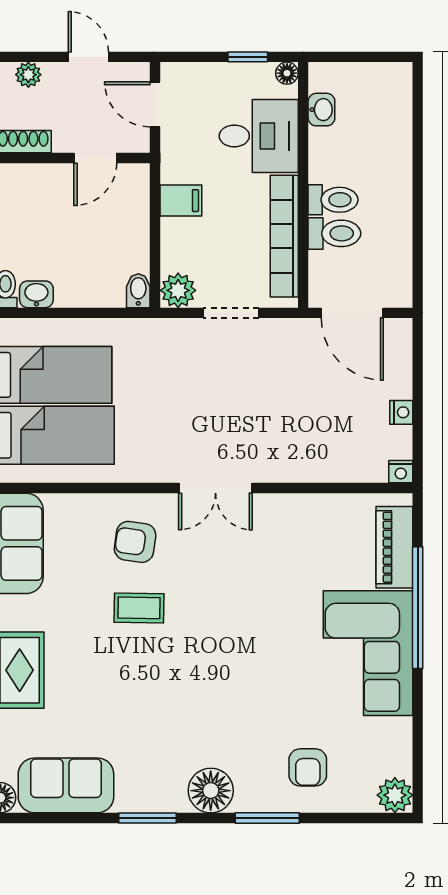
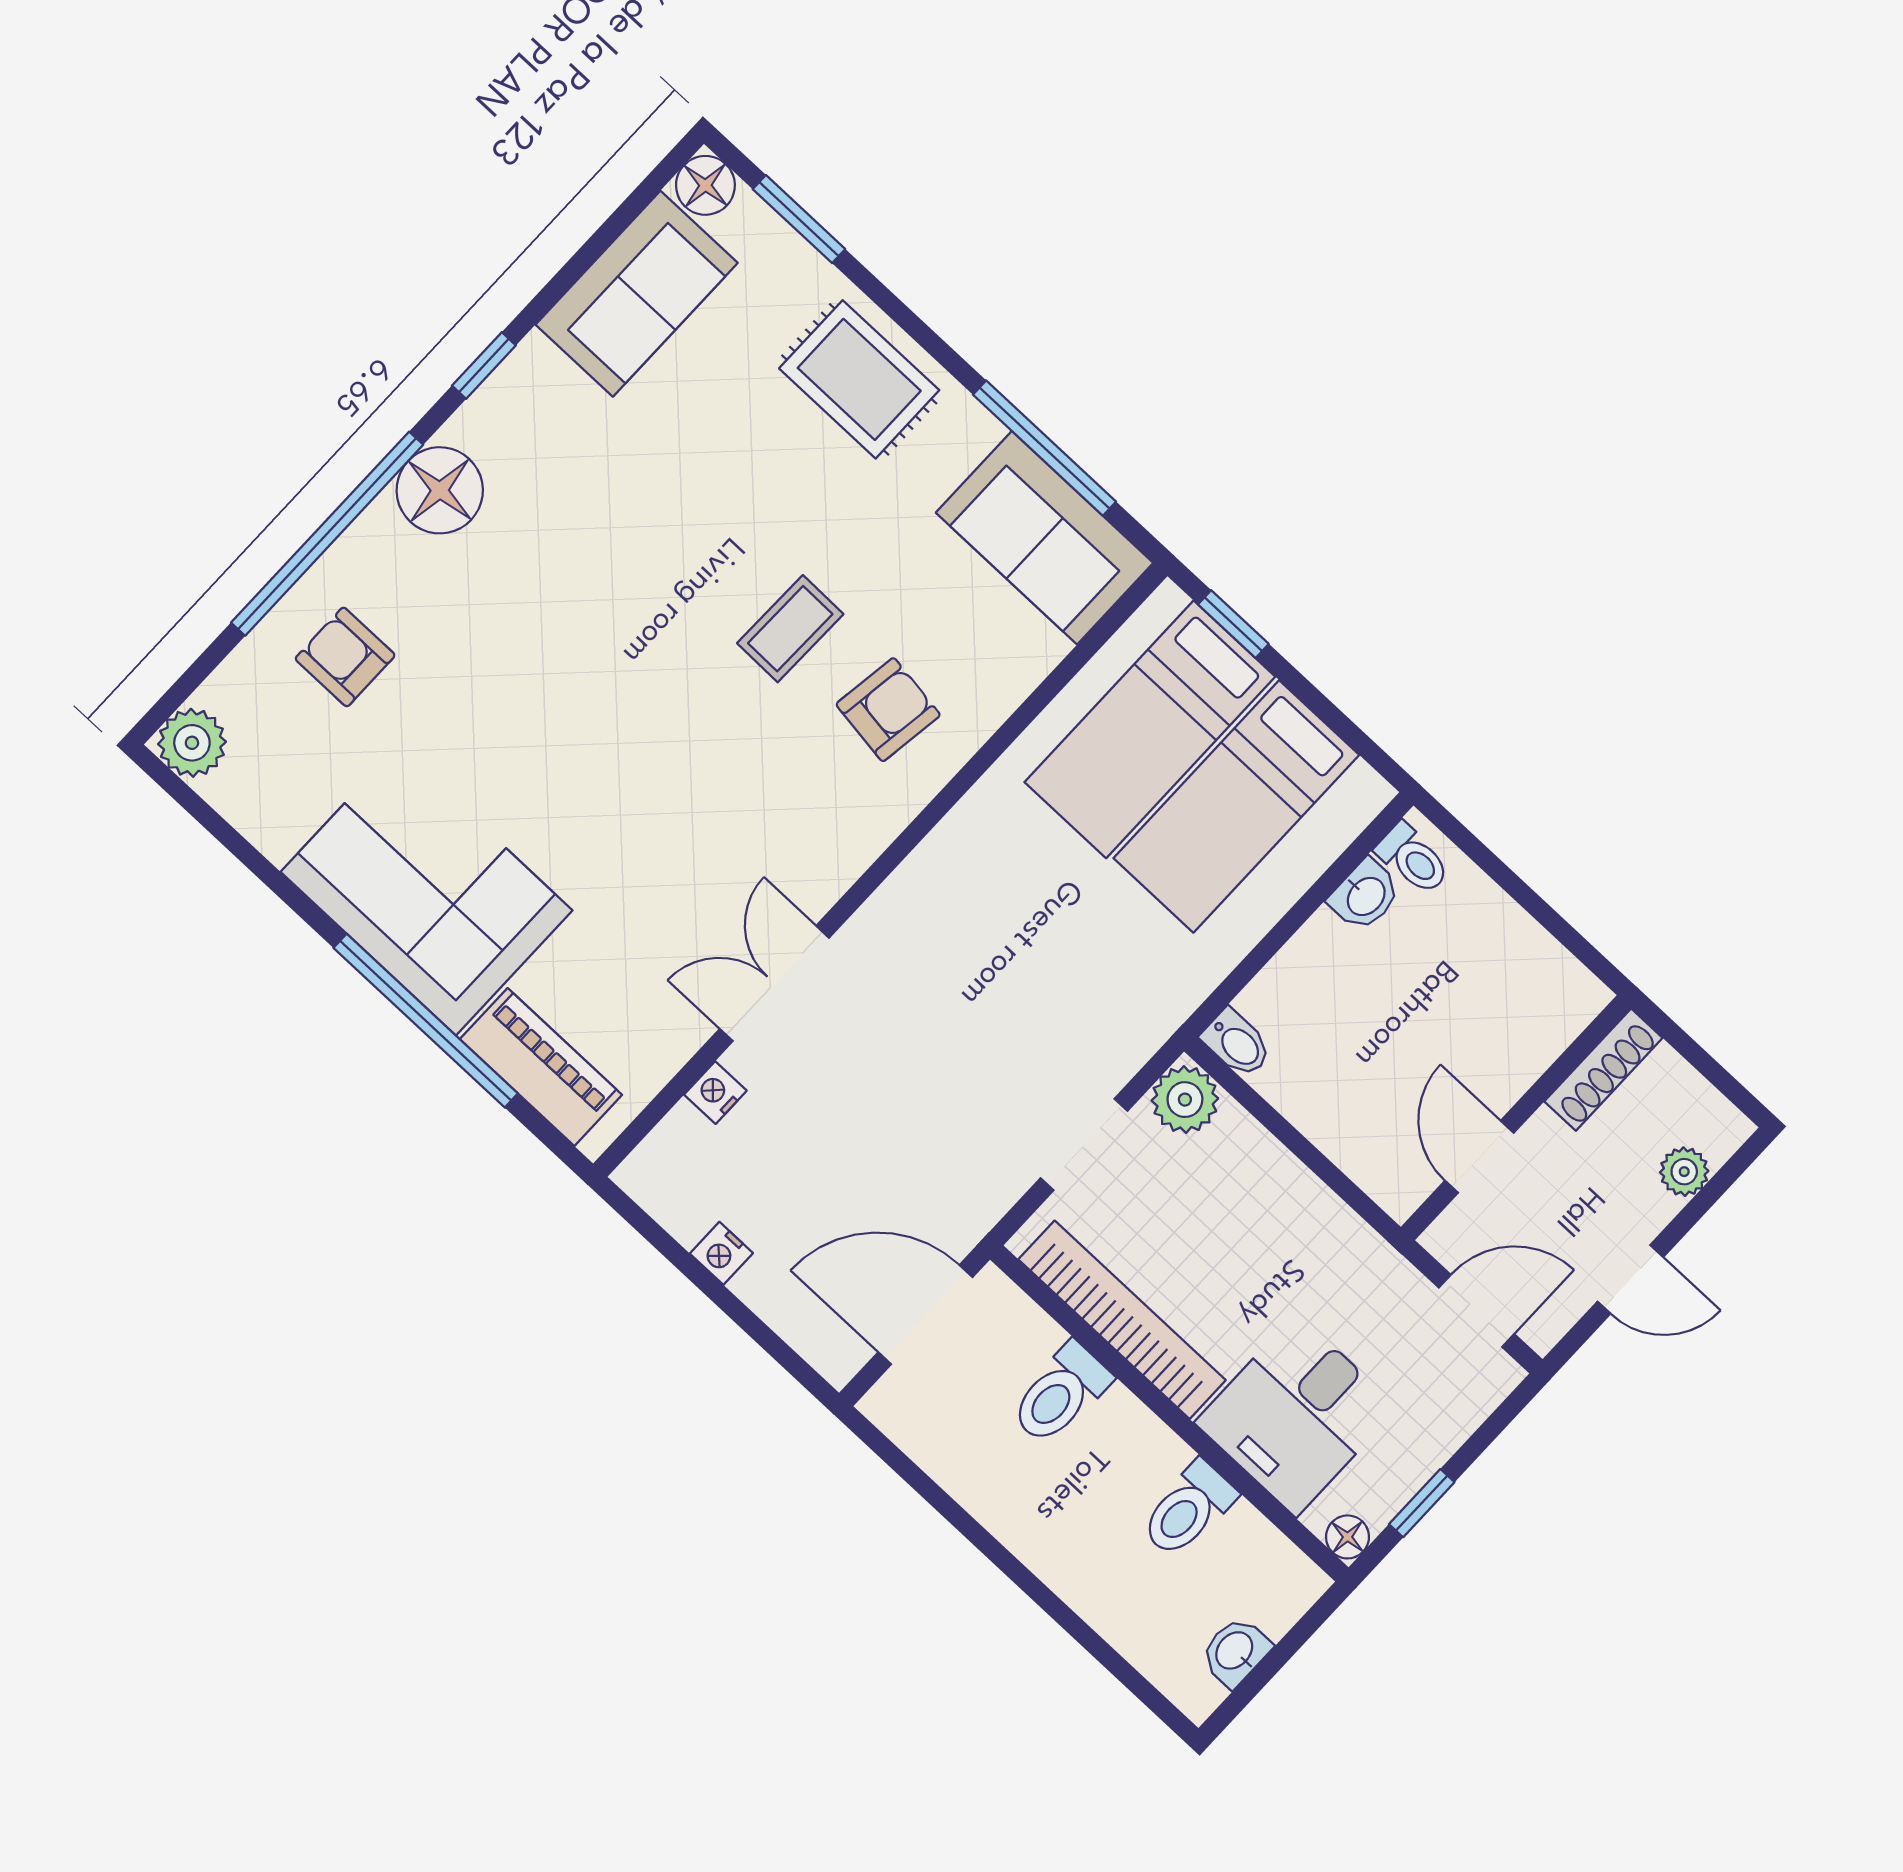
washbasin: (321, 110) -> (1235, 1652), moved, turned 90
toilet: (333, 200) -> (1188, 1509), moved
filing cabinet: (181, 201) -> (1308, 1221), removed
nightstand: (401, 472) -> (715, 1093), moved
double door: (215, 488) -> (774, 983), moved
window: (148, 818) -> (484, 366), width x0.67
window: (267, 818) -> (327, 534), width x2.11

